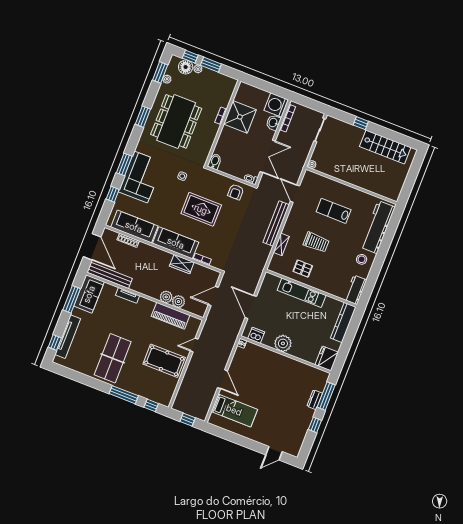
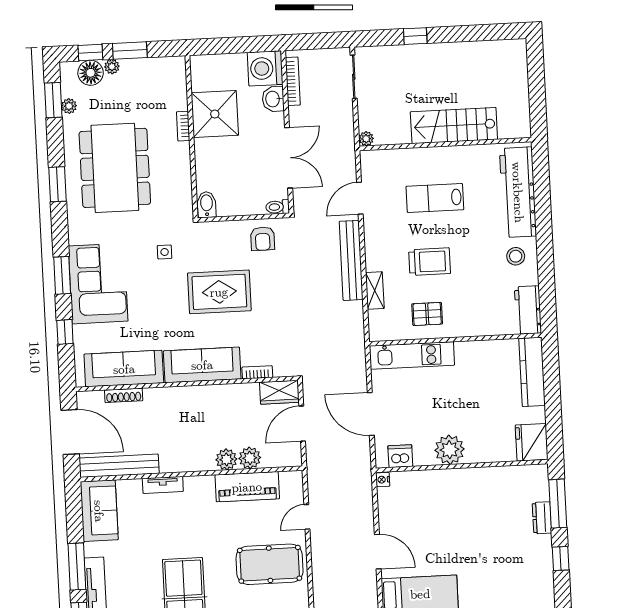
stairs: (385, 147) -> (454, 126), moved, turned 180
door: (295, 194) -> (360, 198), hinge flipped
wardrobe: (182, 264) -> (279, 392), moved
kitchen unit: (302, 293) -> (412, 355), moved
window: (72, 299) -> (77, 566), moved

